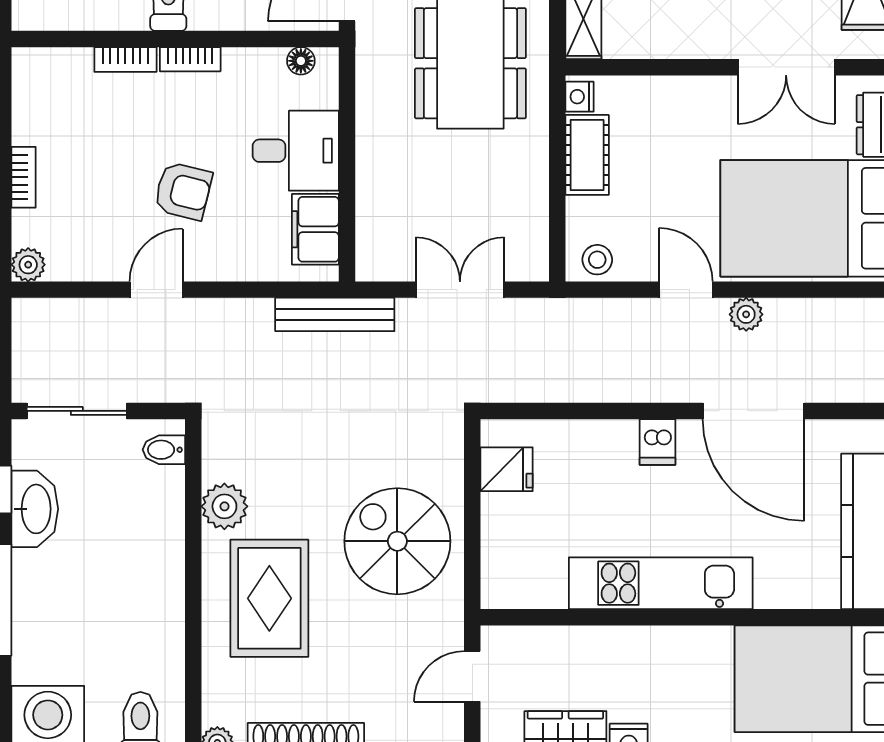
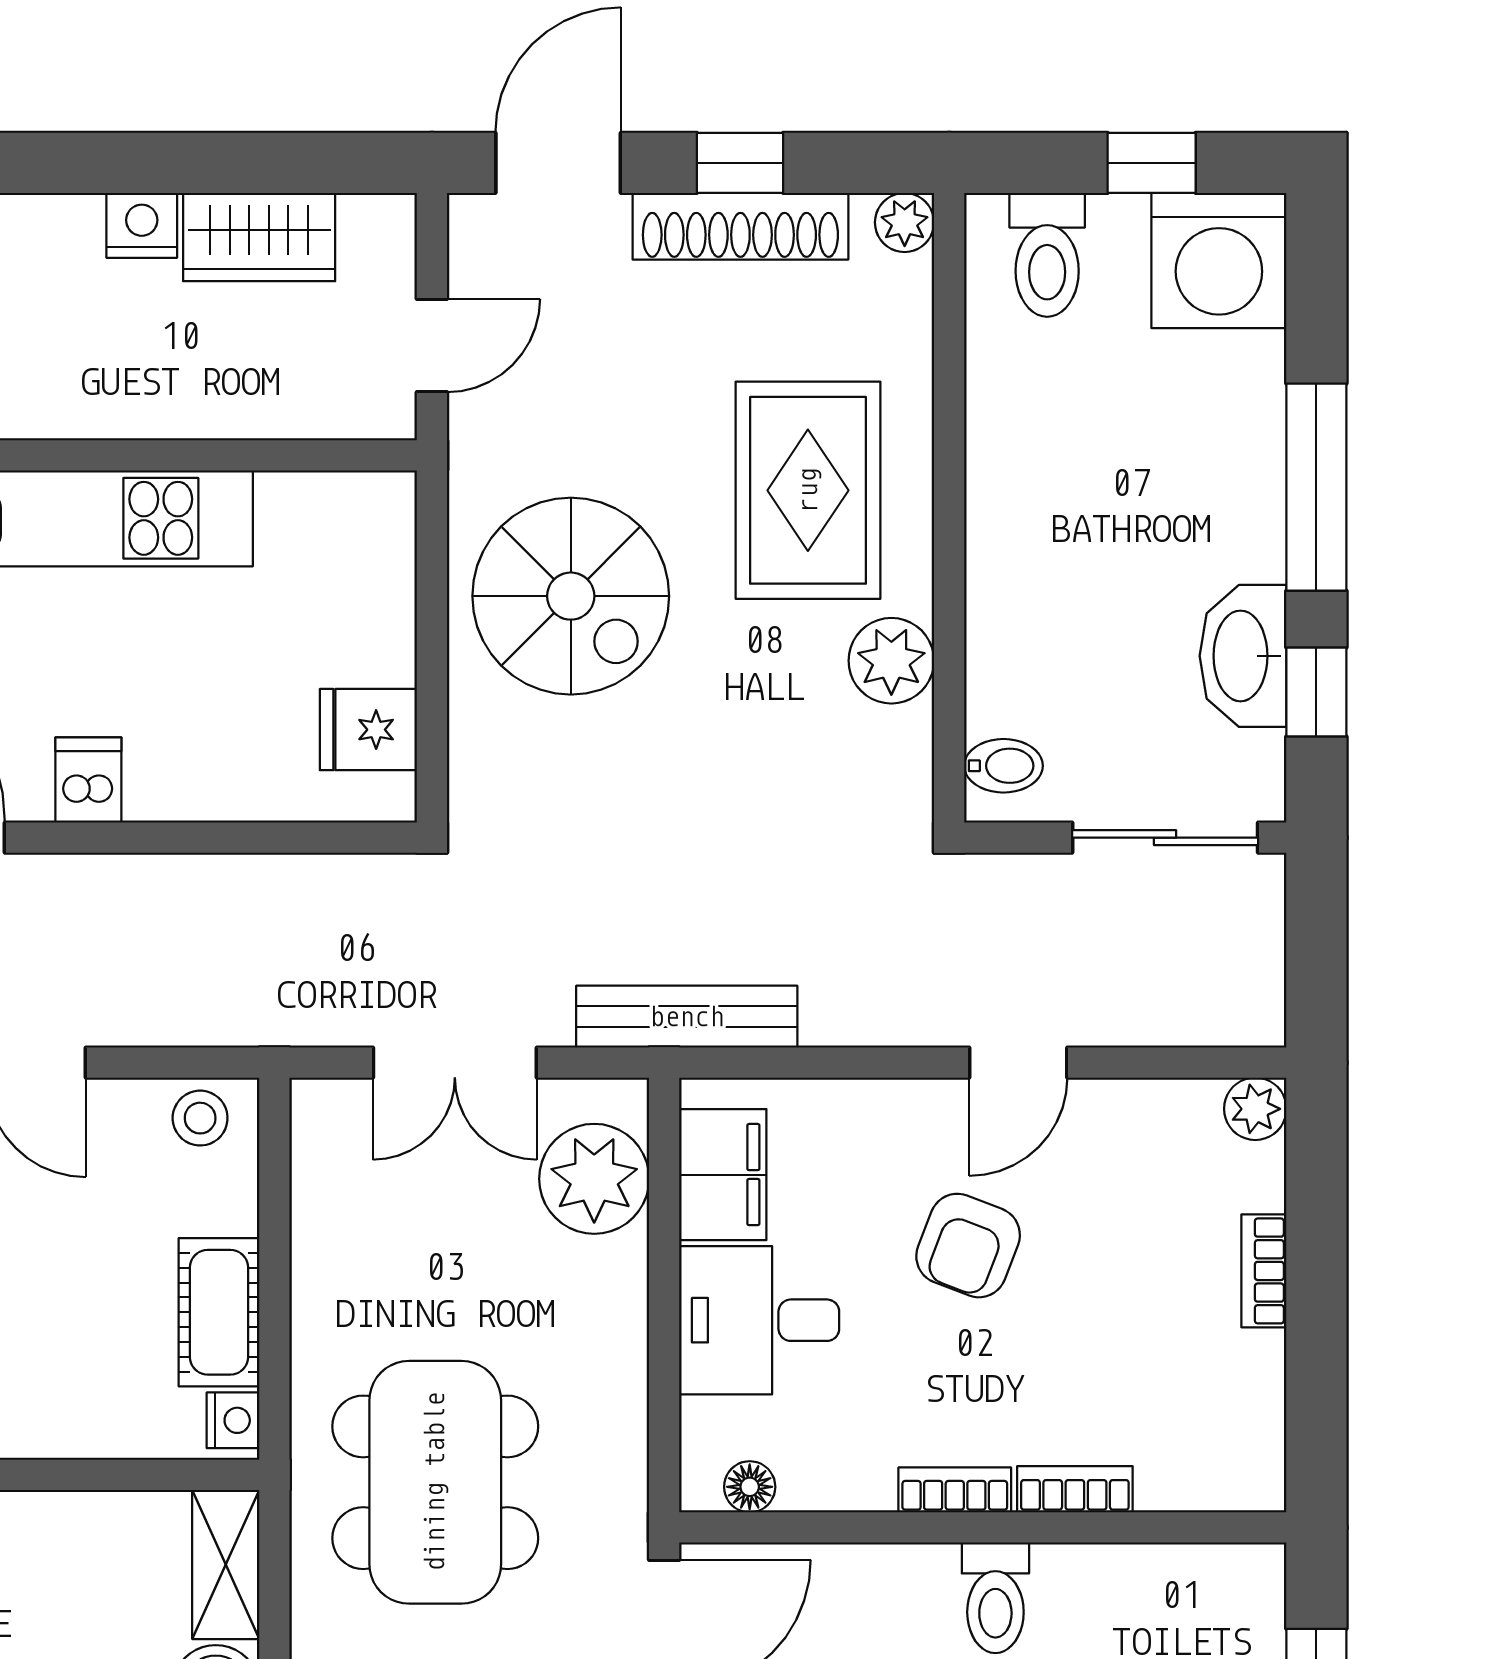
armchair: (183, 191) -> (968, 1246), turned -83
plant: (385, 227) -> (594, 1179), added

